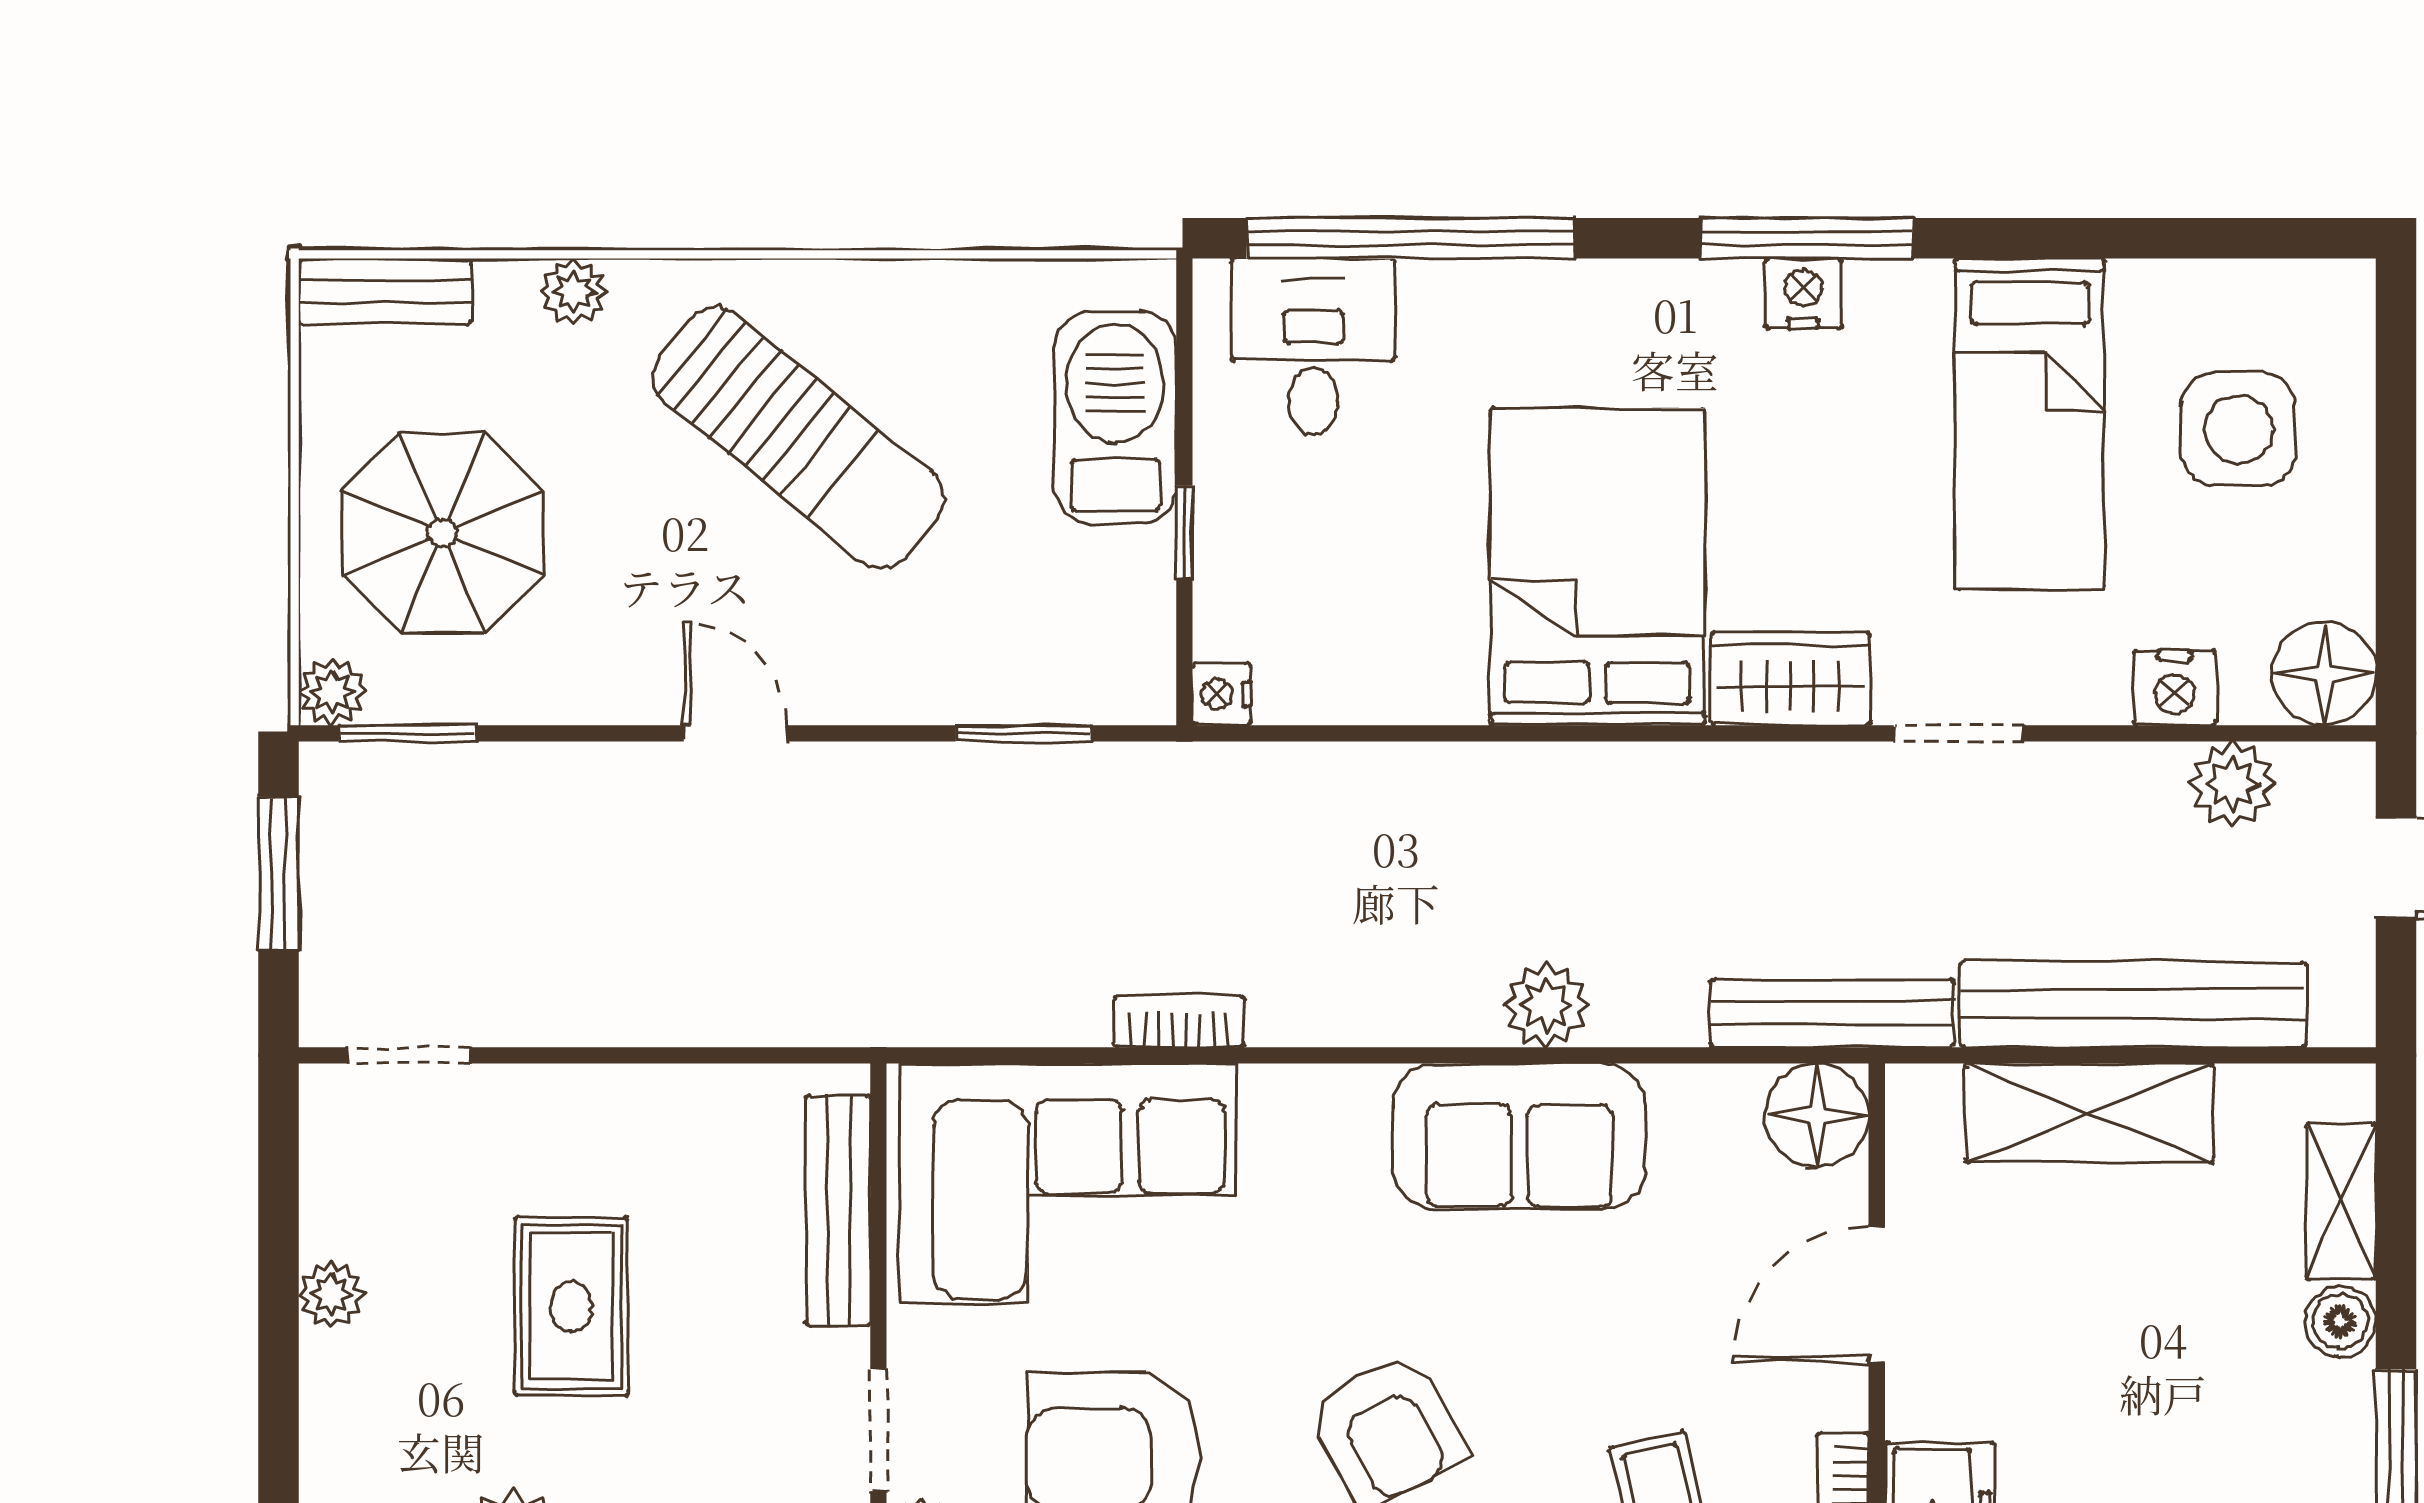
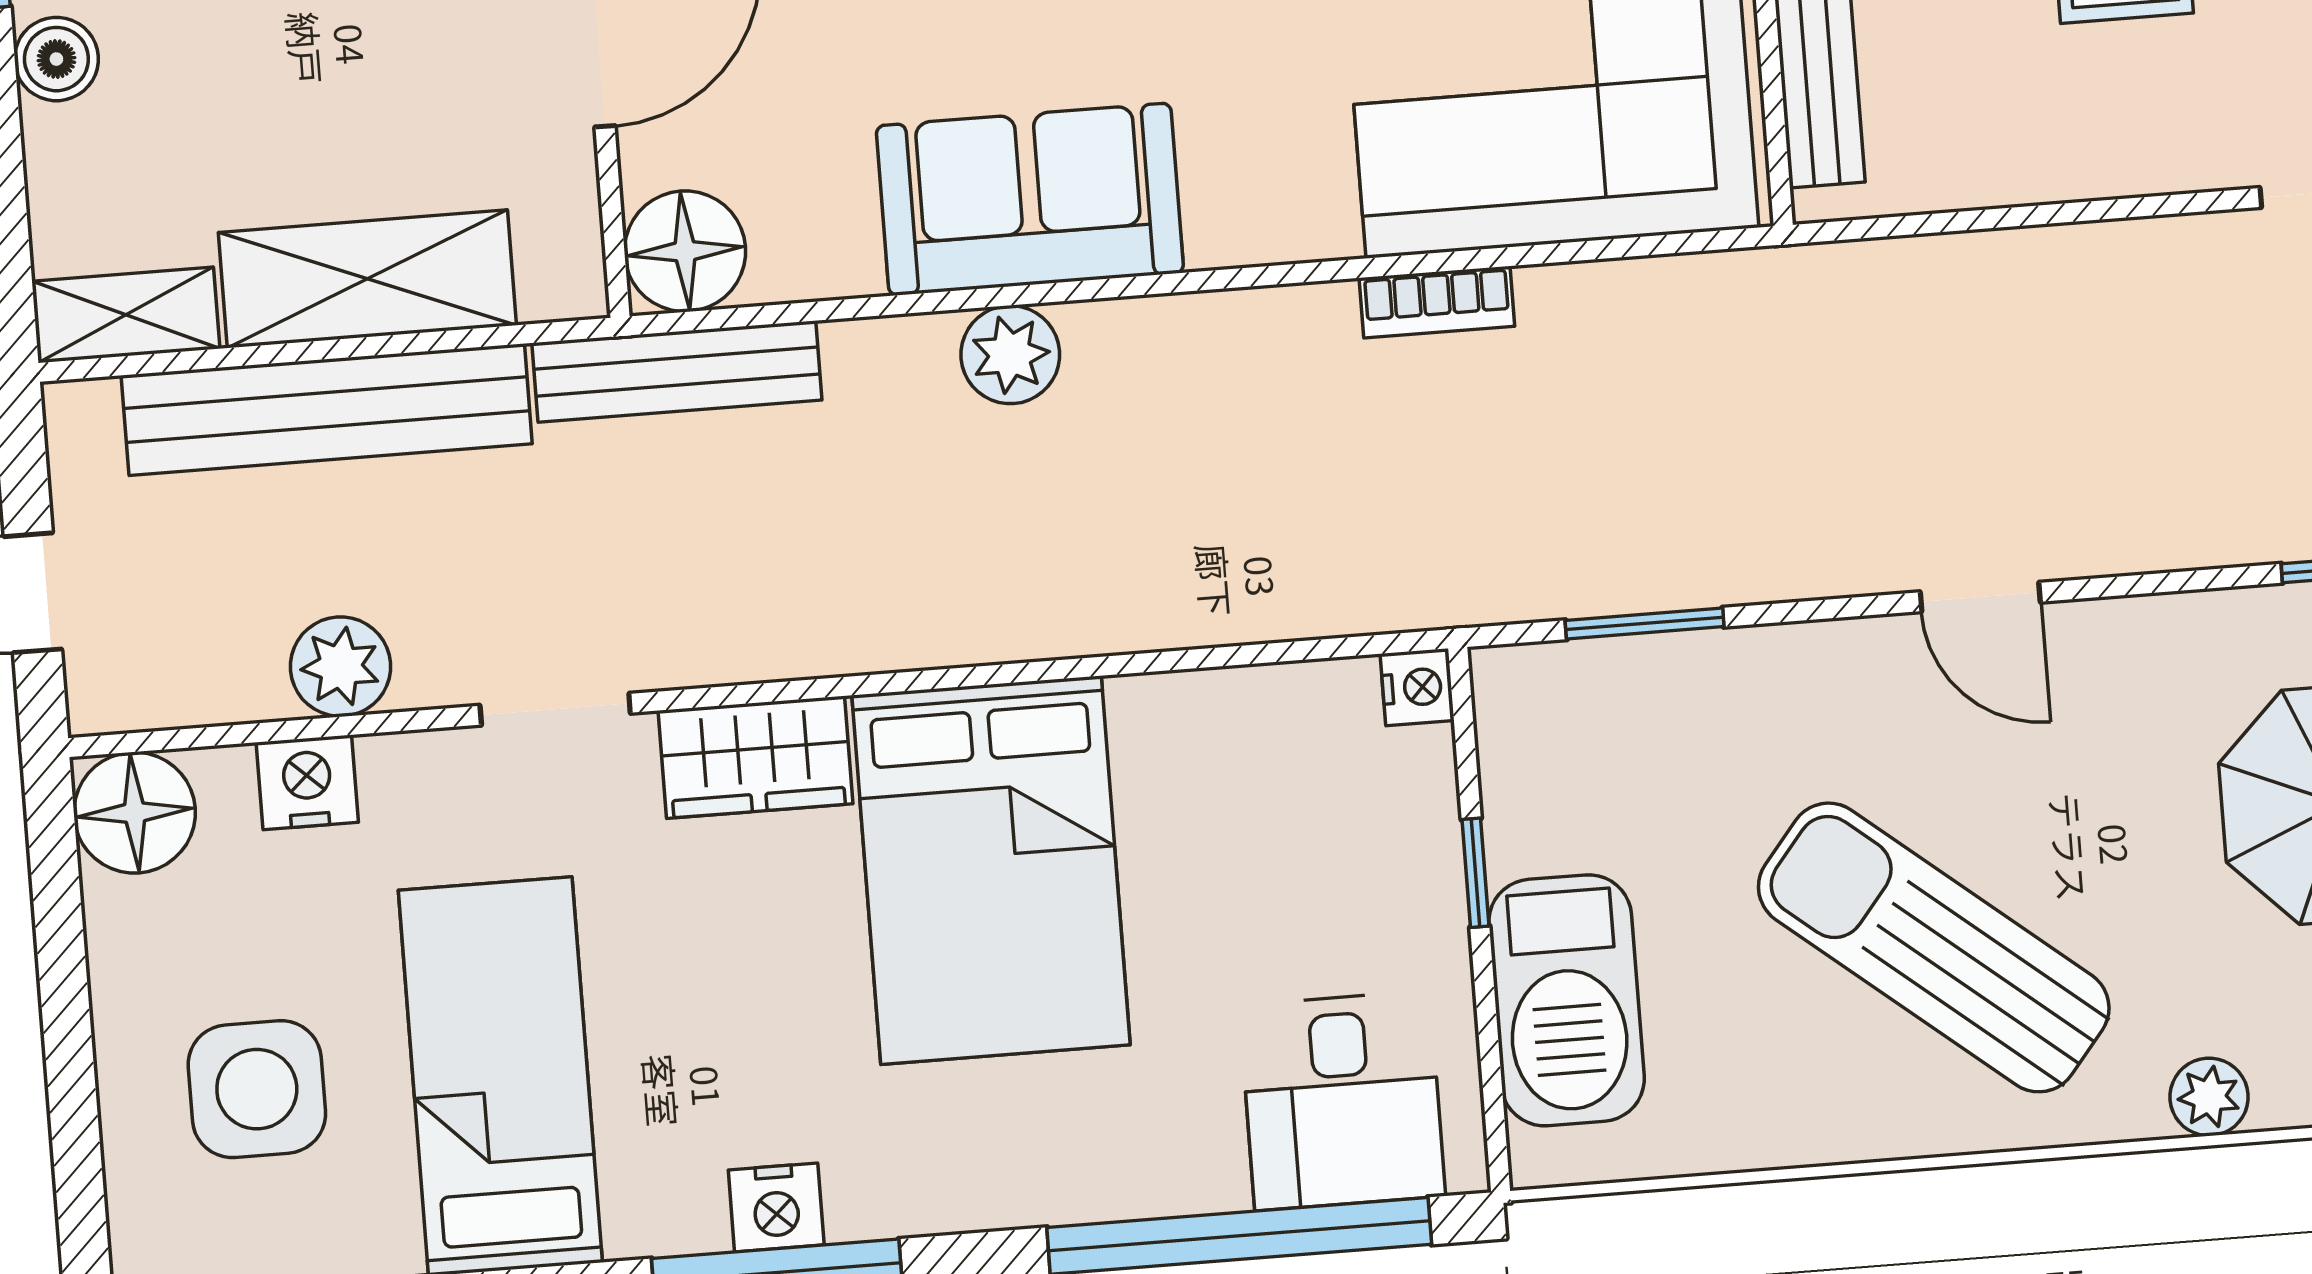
plant: (2232, 784) -> (340, 667), moved
shelving: (2341, 1201) -> (126, 315), moved, turned 90

